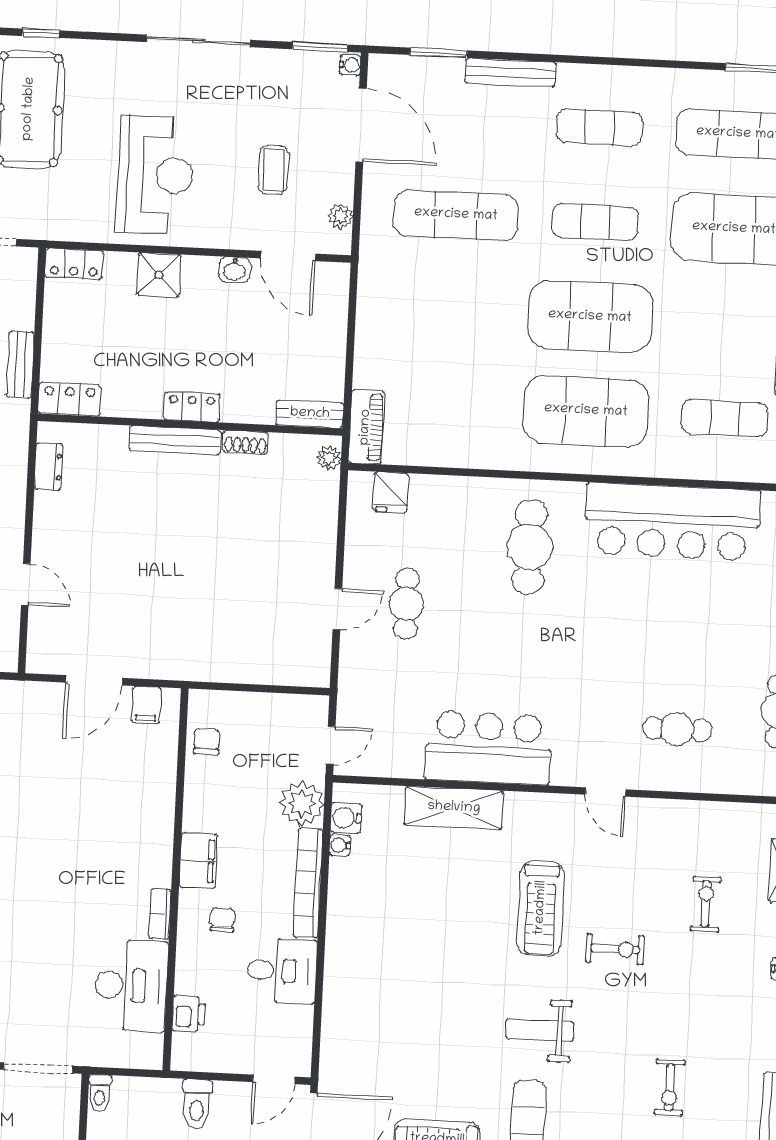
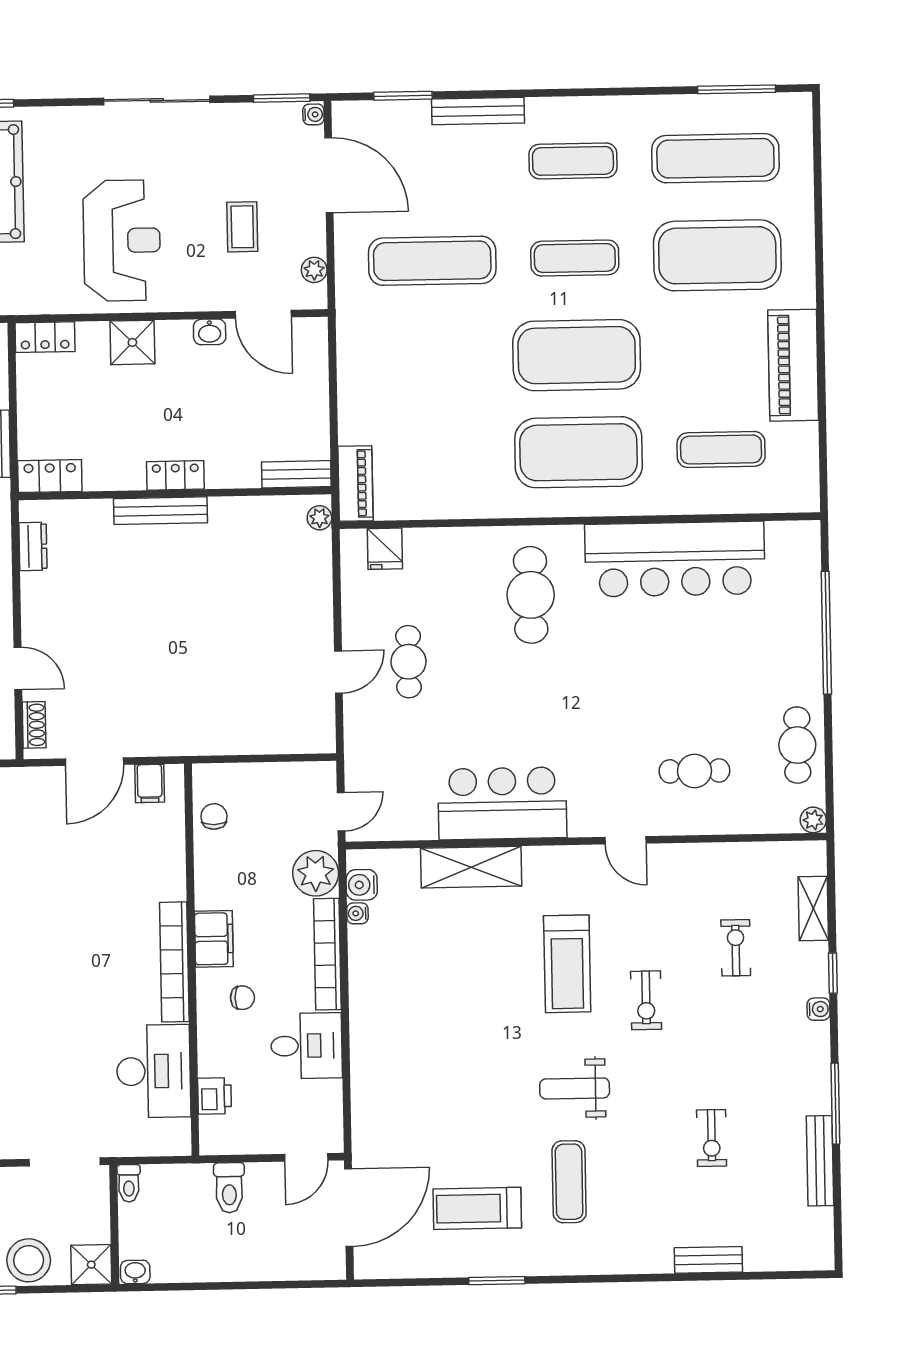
shoe rack: (246, 442) -> (34, 725), moved, turned -90
bookcase: (160, 914) -> (174, 962), width x2.31, depth x1.31
chair: (222, 920) -> (242, 998), turned 90
exercise bike: (615, 949) -> (646, 1000), turned 90

